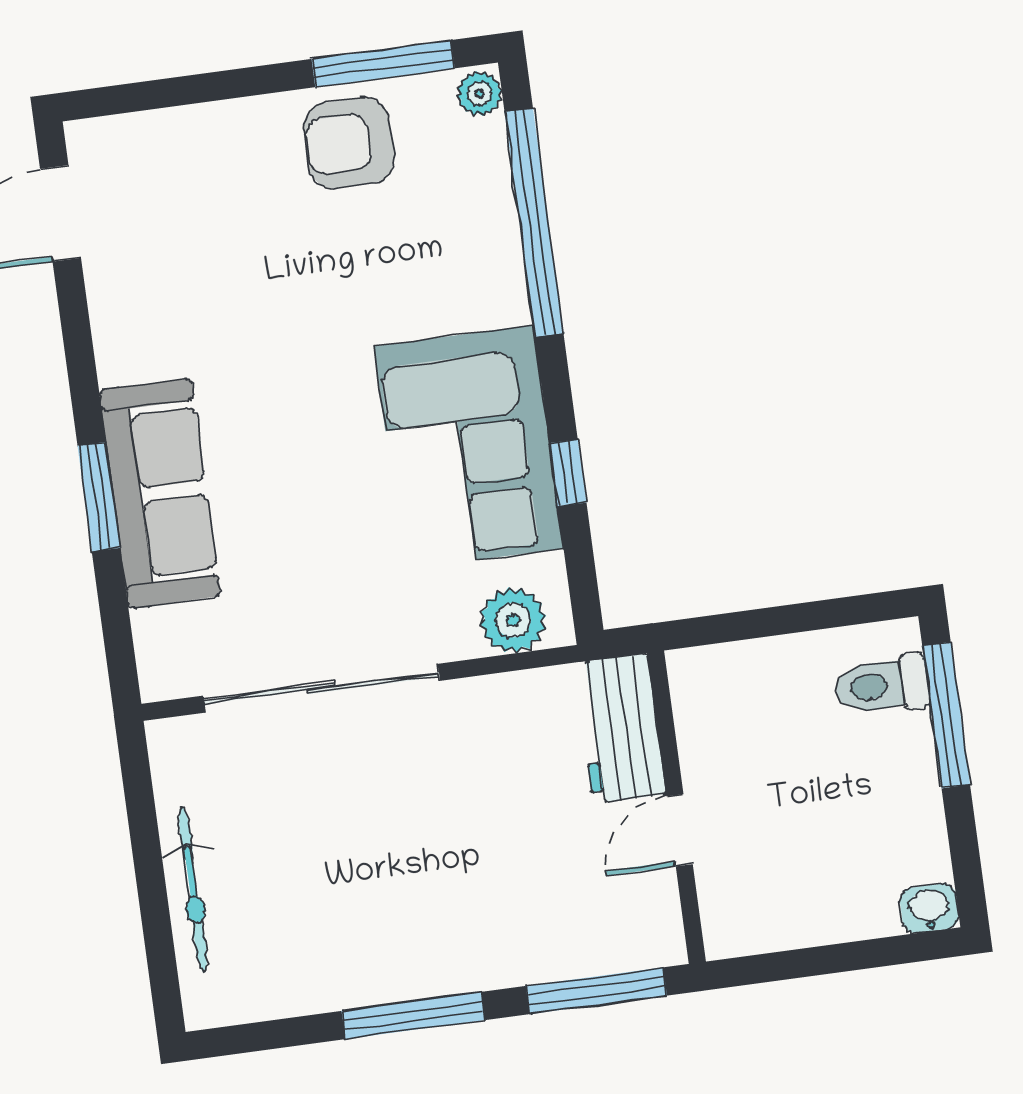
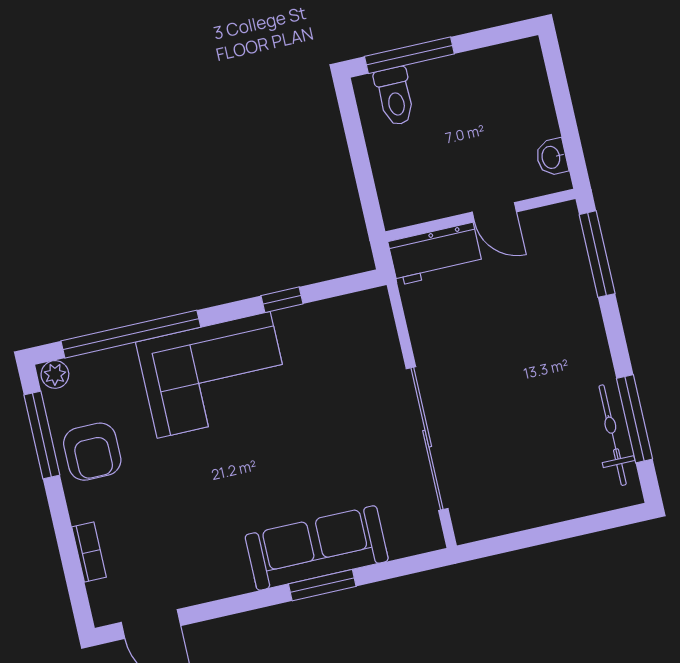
bookcase: (186, 123) -> (89, 552), added
corner sofa: (469, 447) -> (214, 375), moved
plant: (513, 620) -> (375, 325), removed
bicycle: (193, 890) -> (613, 435), moved, turned -90
washbasin: (929, 908) -> (552, 157), moved
window: (413, 1016) -> (635, 419), moved

